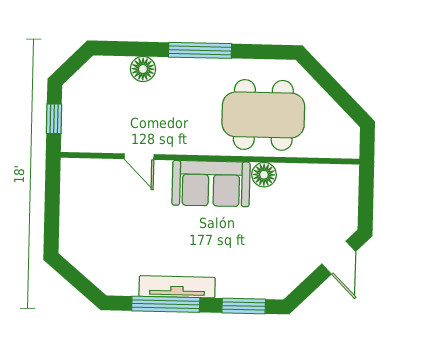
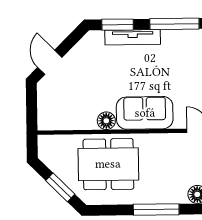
window: (331, 86) -> (60, 187), added
tv unit: (177, 287) -> (133, 37), moved

